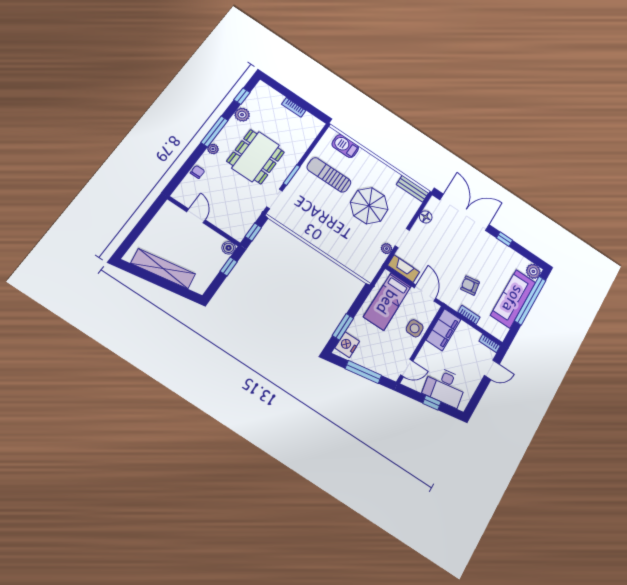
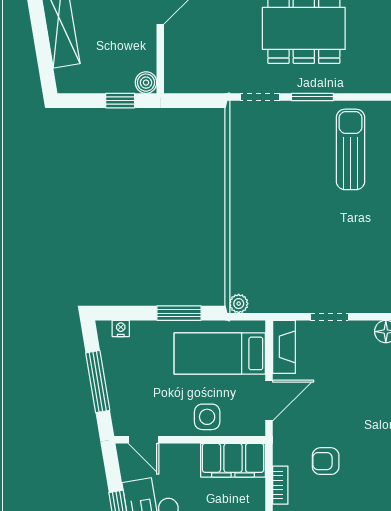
parasol: (369, 206) -> (344, 238), removed
window: (253, 232) -> (191, 101), removed
plant: (387, 249) -> (239, 304), moved
armchair: (470, 286) -> (326, 461), turned -81
window: (343, 327) -> (179, 313), moved
nightstand: (347, 345) -> (121, 328), width x0.53, depth x0.56

